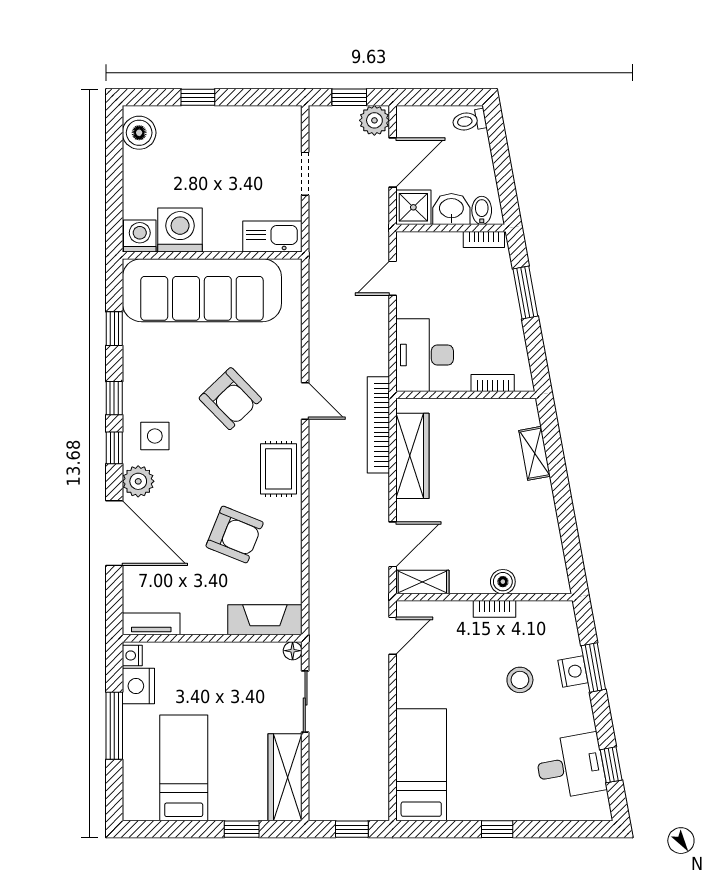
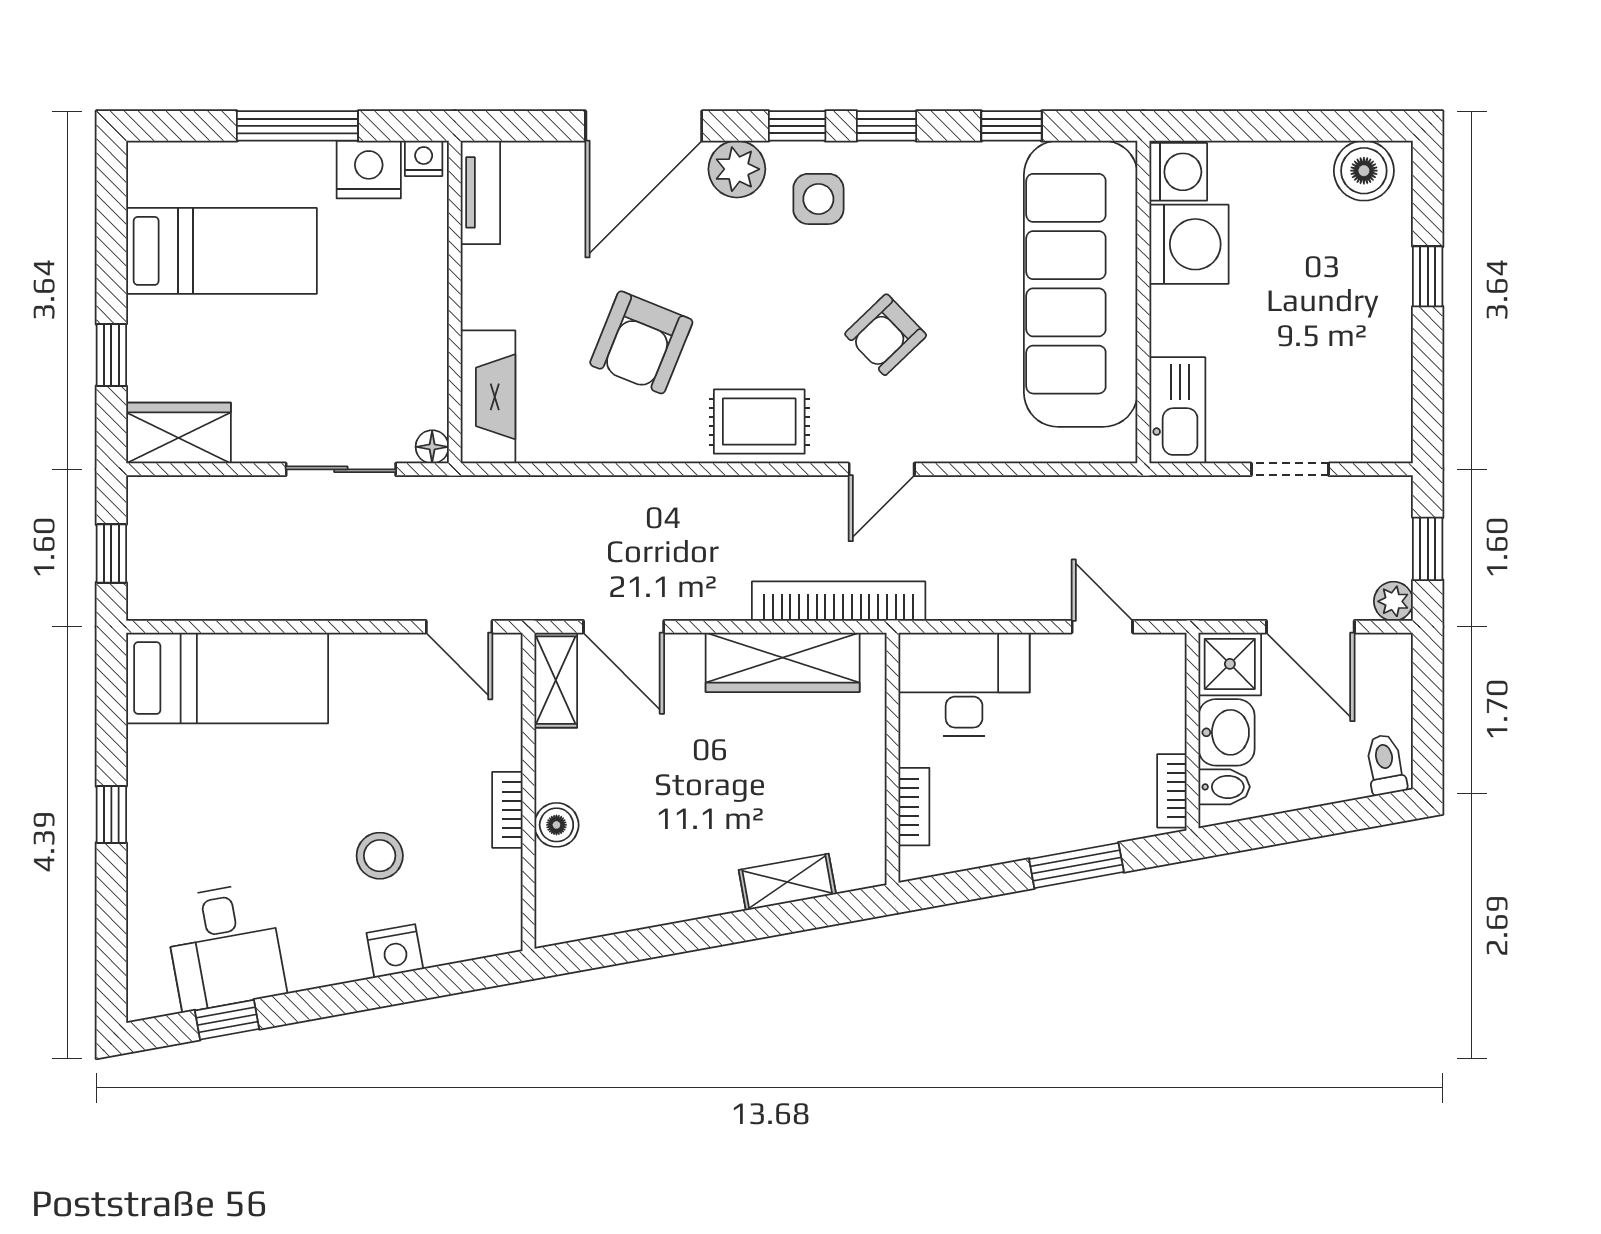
plant: (374, 120) -> (1393, 601), width x0.73, depth x0.73
armchair: (230, 399) -> (886, 335), width x0.72, depth x0.72
window: (593, 668) -> (402, 988), removed
wardrobe: (285, 777) -> (178, 433), width x0.67

